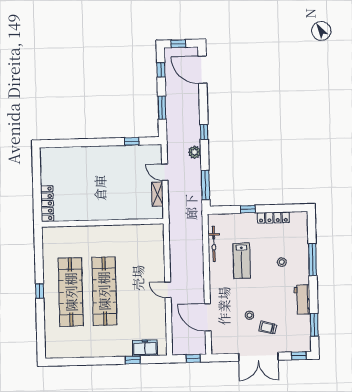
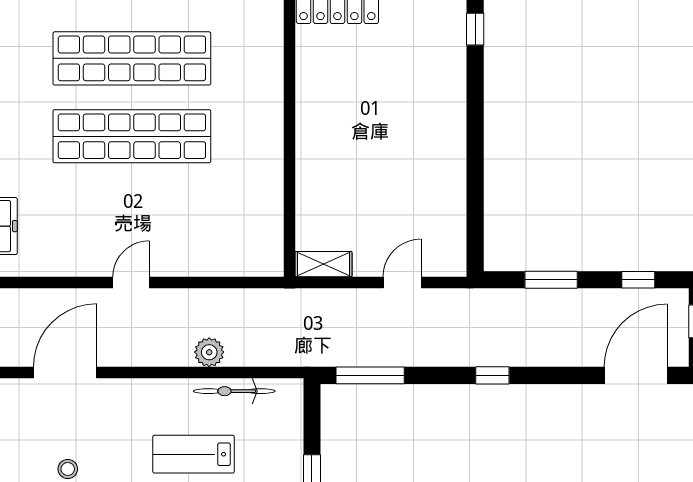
window: (132, 141) -> (475, 29), moved
plant: (195, 152) -> (209, 352), moved
shelving: (157, 194) -> (323, 264), moved

